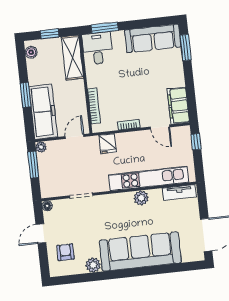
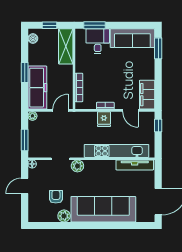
desk: (97, 48) -> (98, 41), moved
fridge: (108, 144) -> (104, 119), moved
window: (33, 165) -> (25, 140), moved
tv unit: (179, 192) -> (135, 165), width x1.41
plant: (141, 198) -> (77, 166), moved
armchair: (65, 252) -> (56, 197), moved

